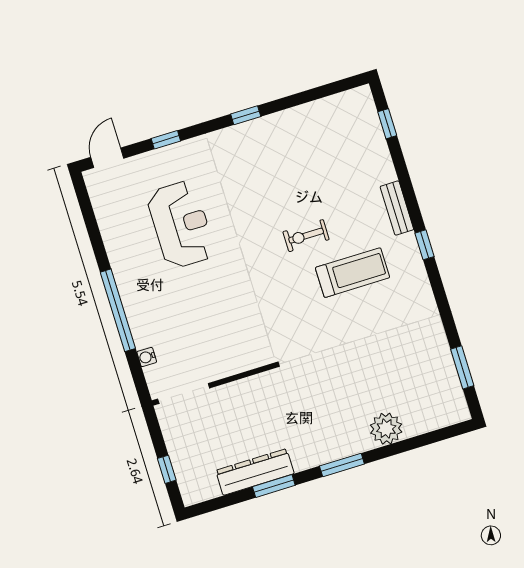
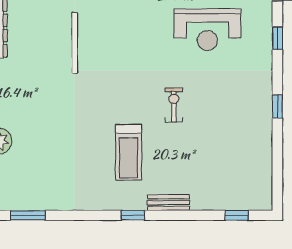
exercise bike: (306, 236) -> (174, 105), moved

